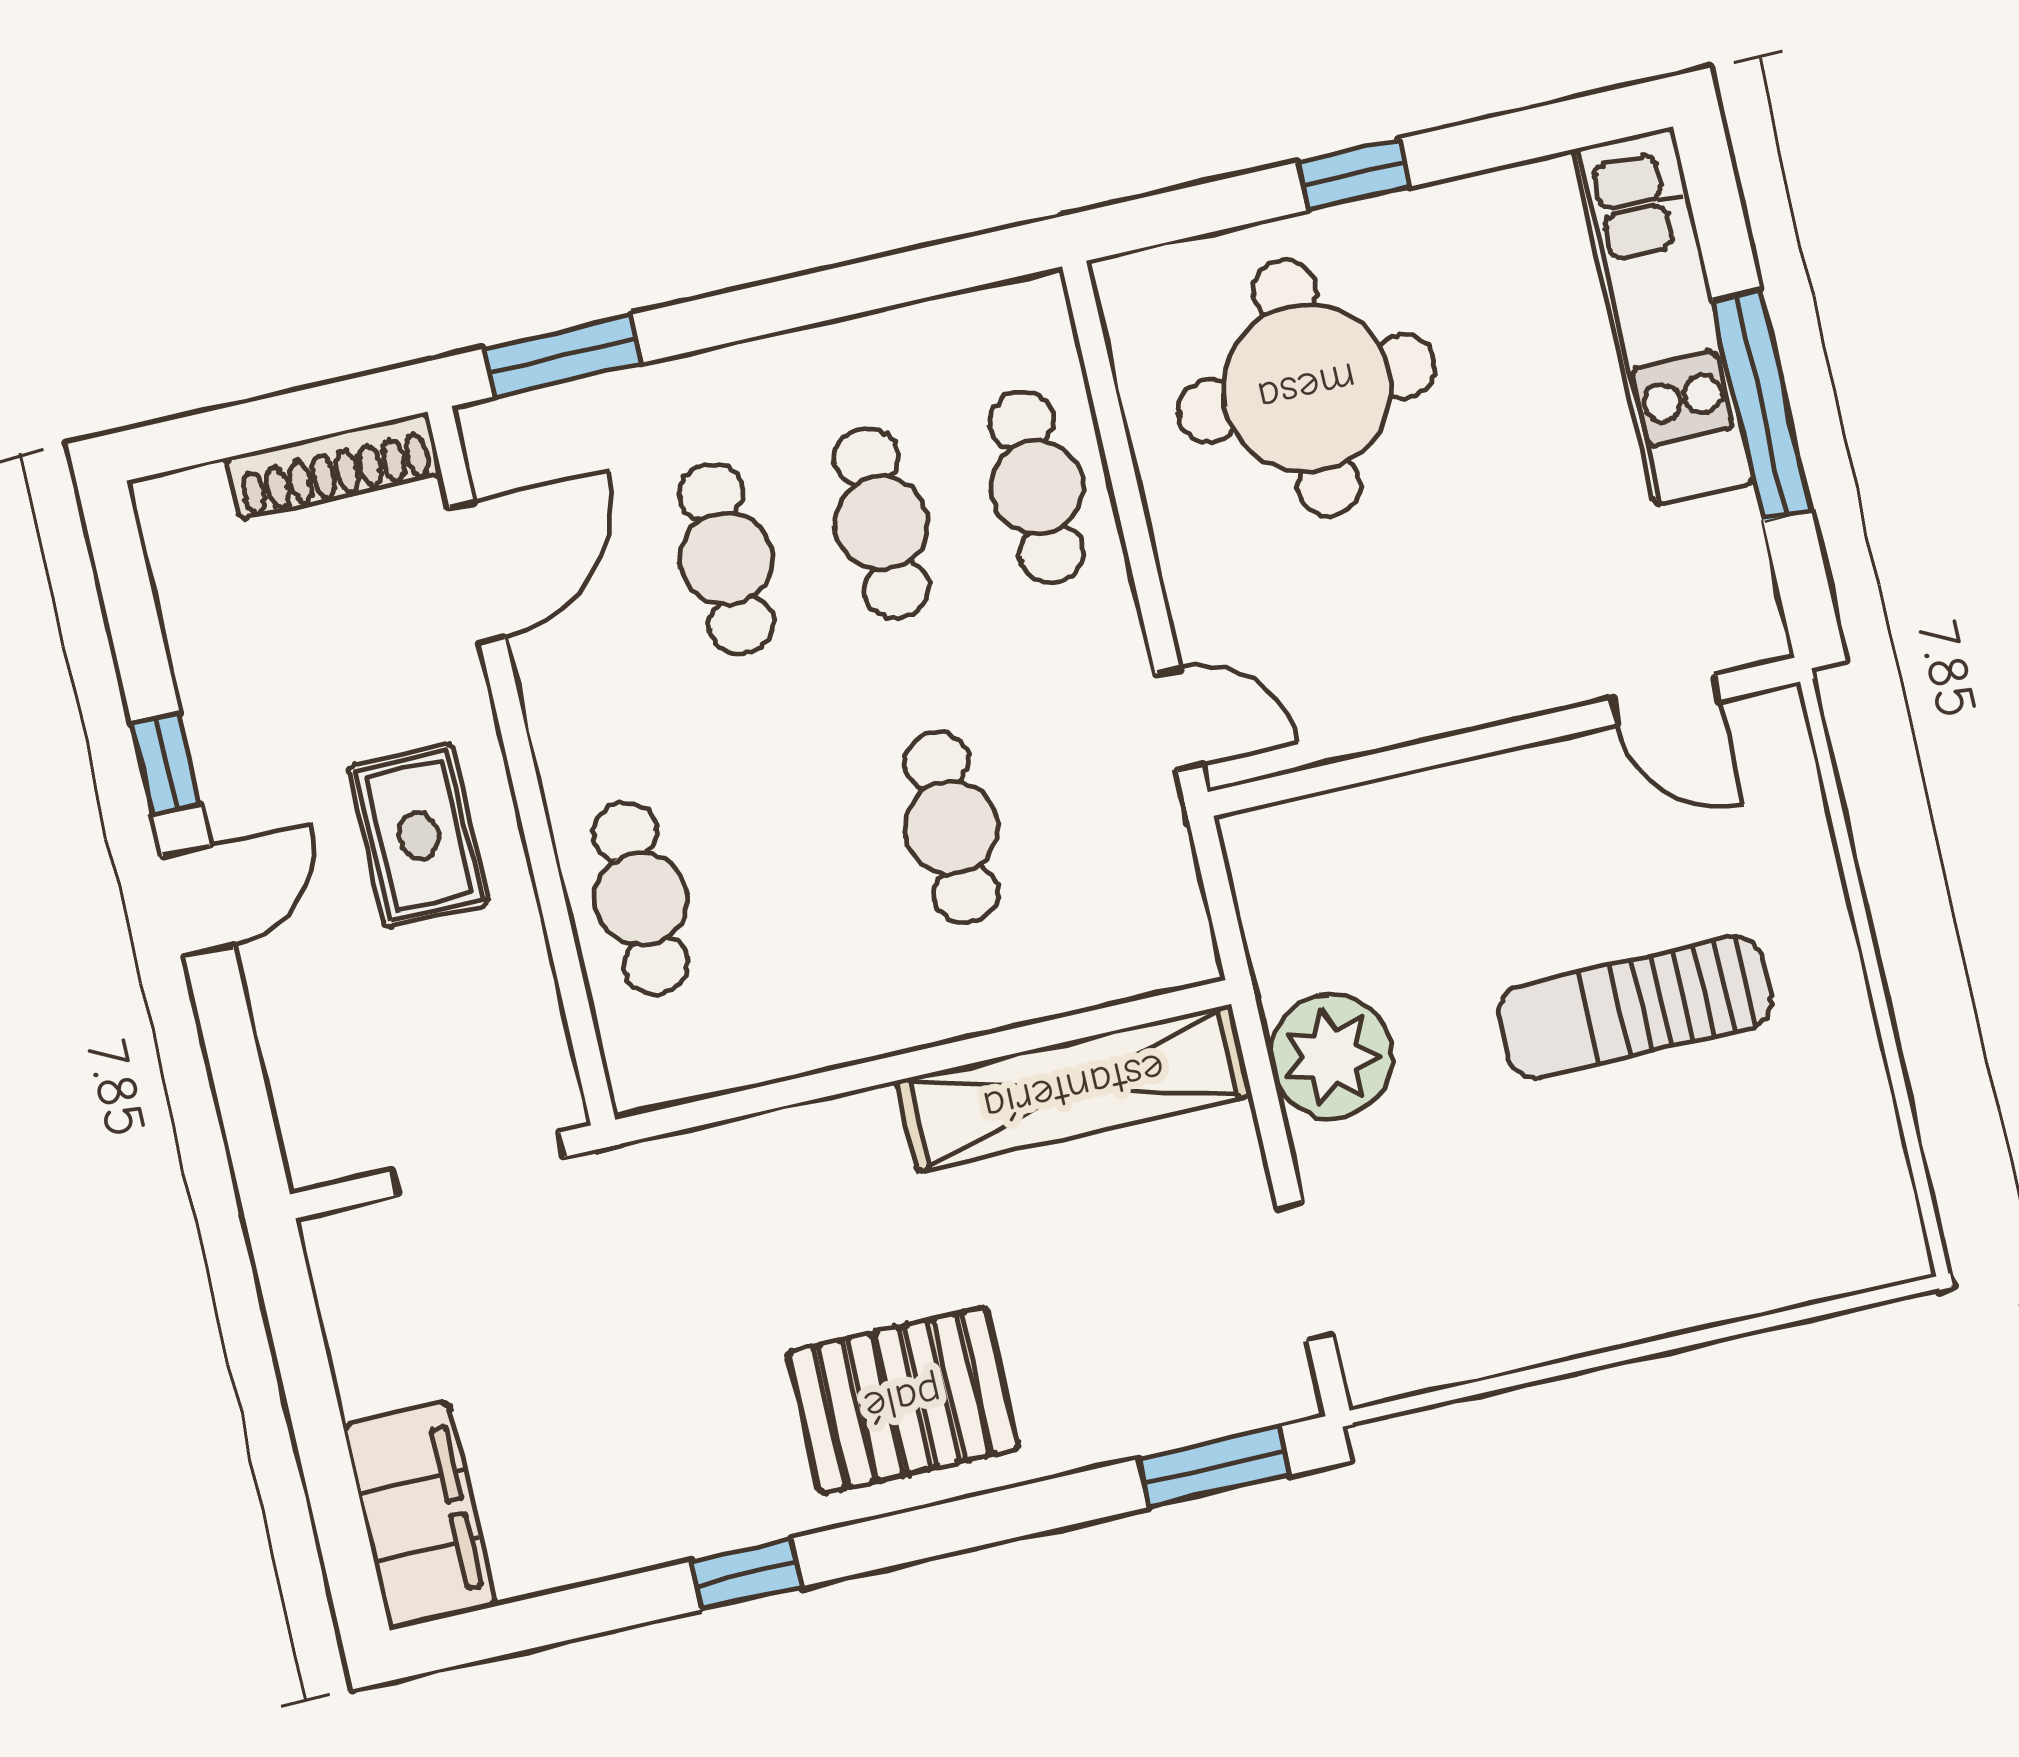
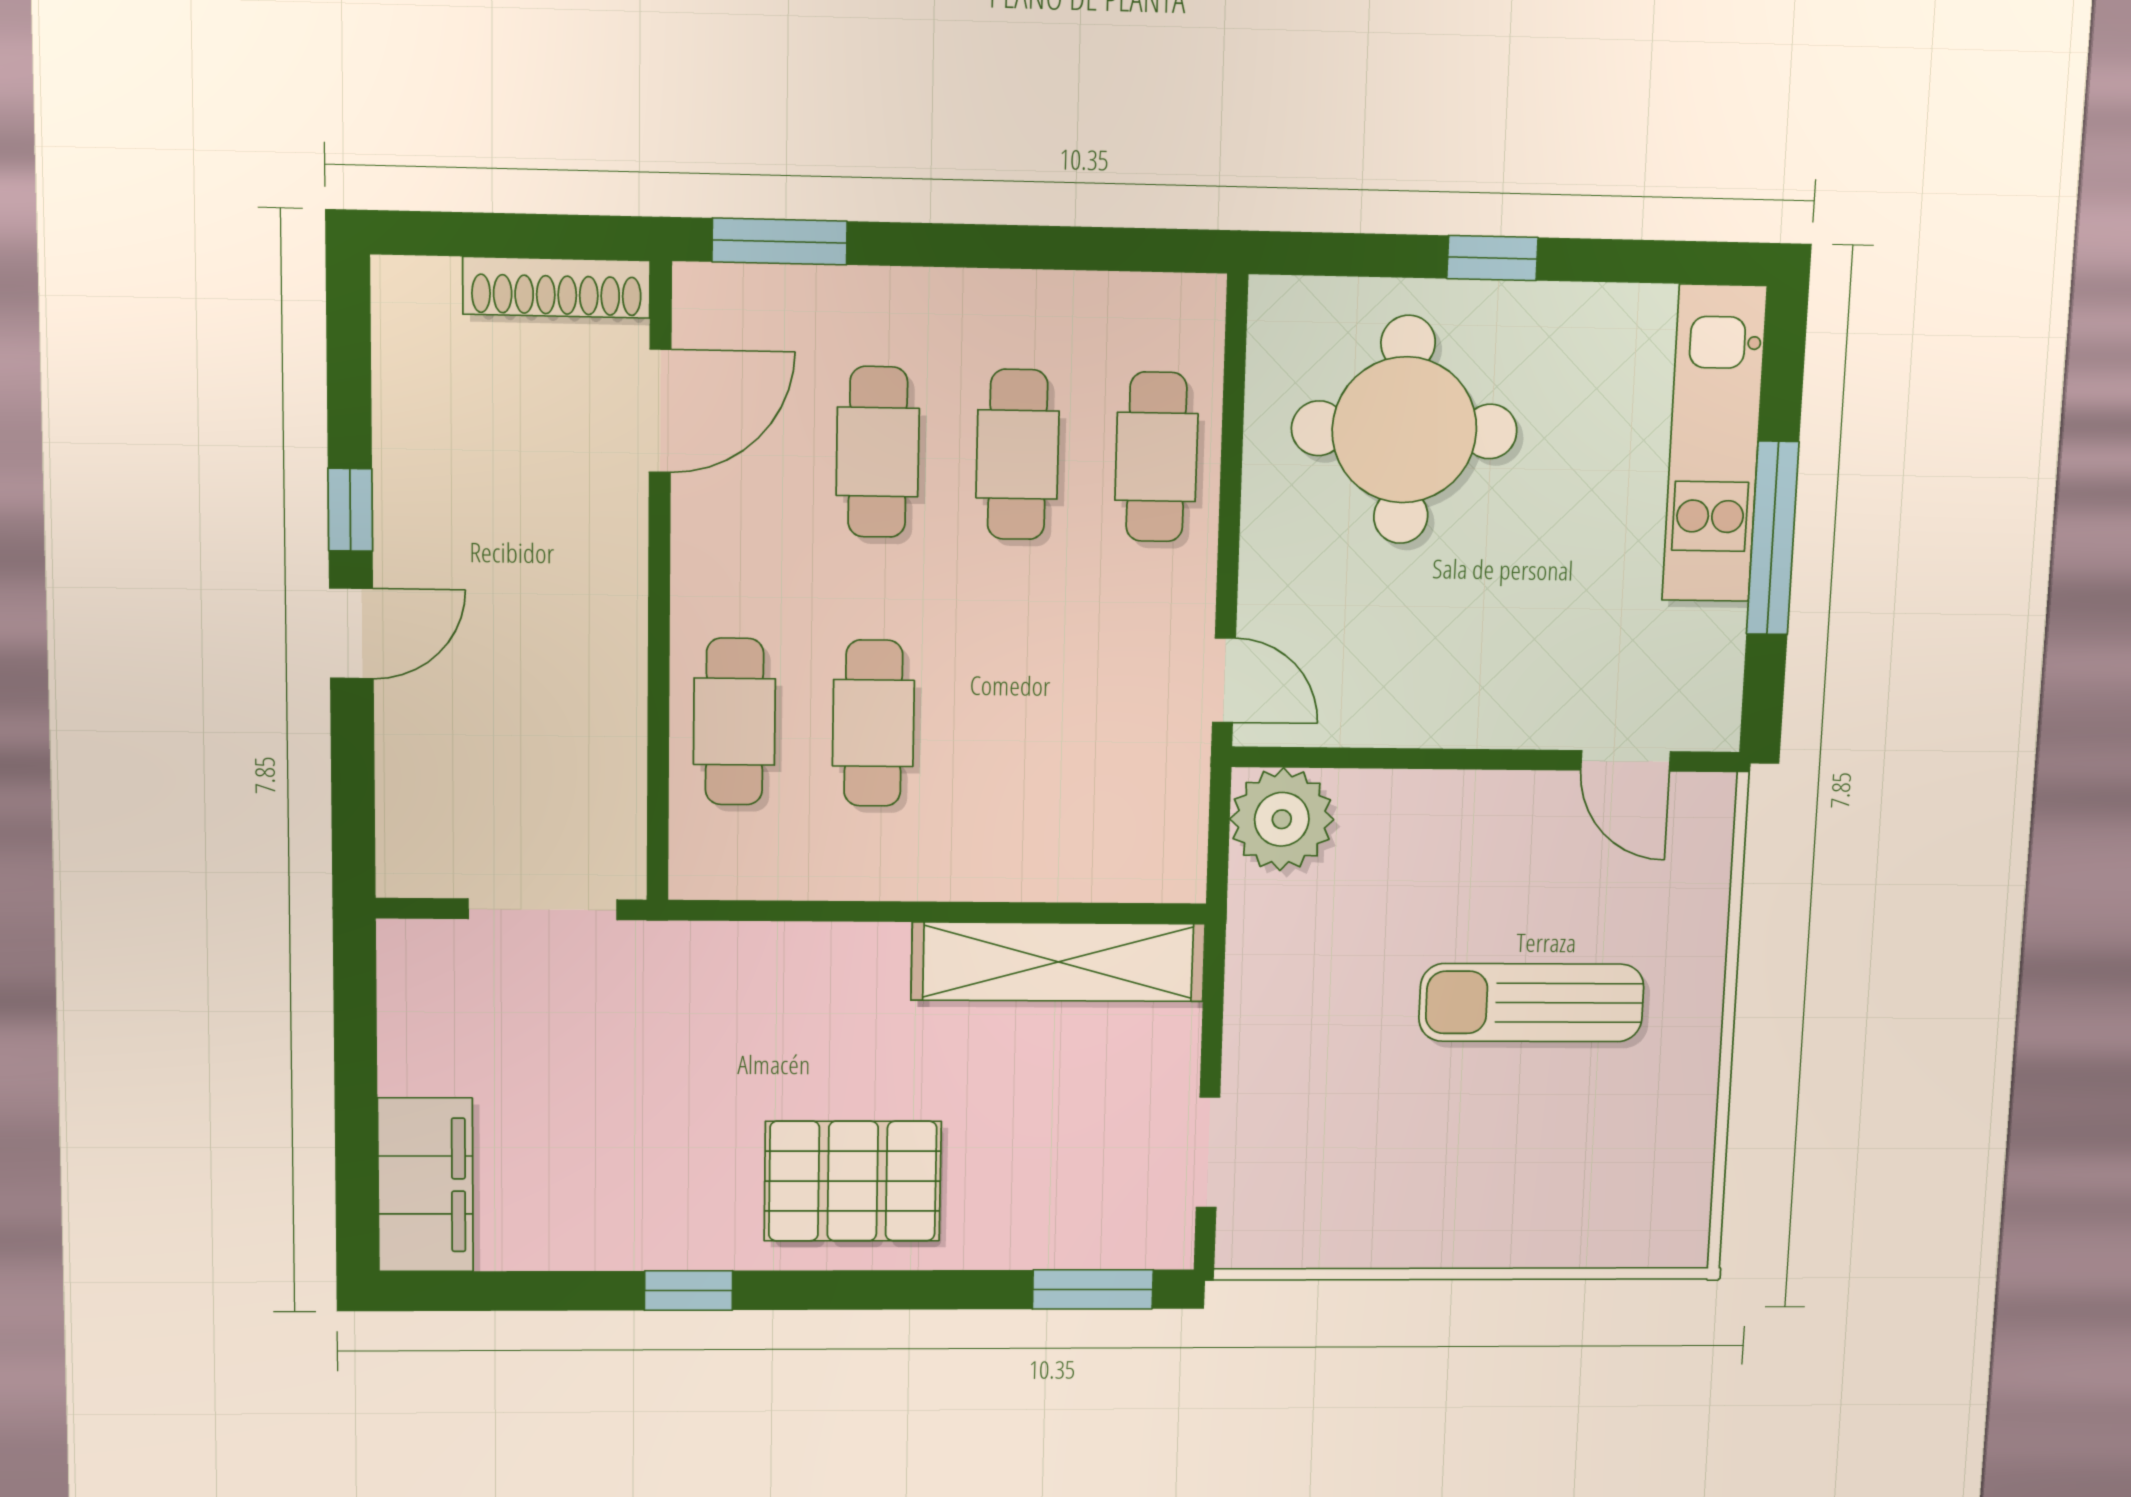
cafe table: (951, 828) -> (873, 723), moved
rug: (419, 836) -> (556, 623), removed
plant: (1331, 1056) -> (1282, 819), moved

